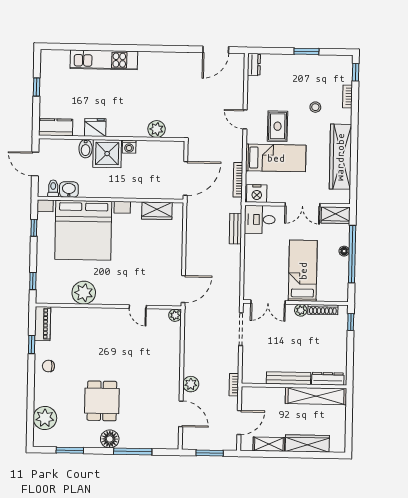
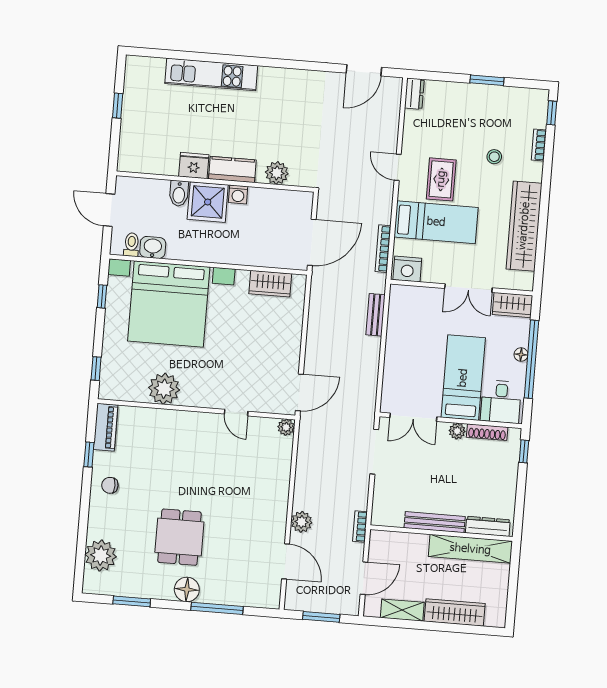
kitchen counter: (56, 127) -> (232, 169), moved
desk: (260, 220) -> (501, 402), moved, turned -90

